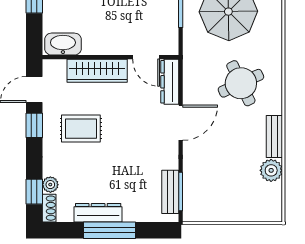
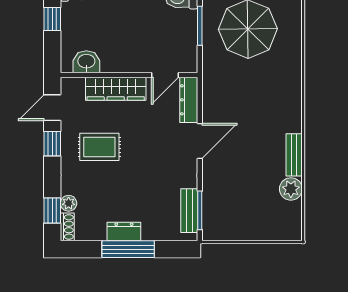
washbasin: (63, 44) -> (86, 62), width x0.72
door: (146, 57) -> (165, 75), hinge flipped
round table: (241, 83) -> (260, 101), removed
dresser: (98, 213) -> (124, 232), width x0.70

